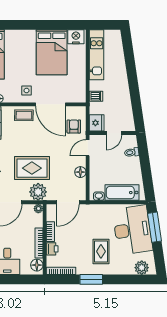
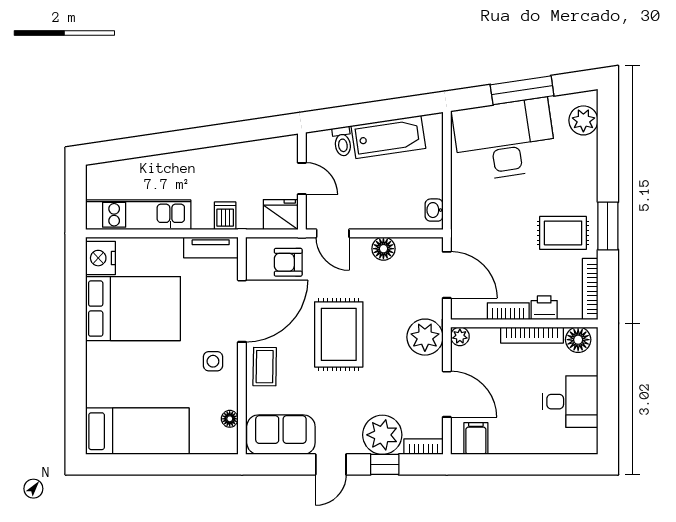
tv unit: (81, 89) -> (211, 247), added
rug: (32, 168) -> (339, 334), moved
bathtub: (122, 193) -> (388, 137), moved, turned -98
window: (154, 227) -> (522, 90), moved
rug: (101, 251) -> (563, 233), moved

